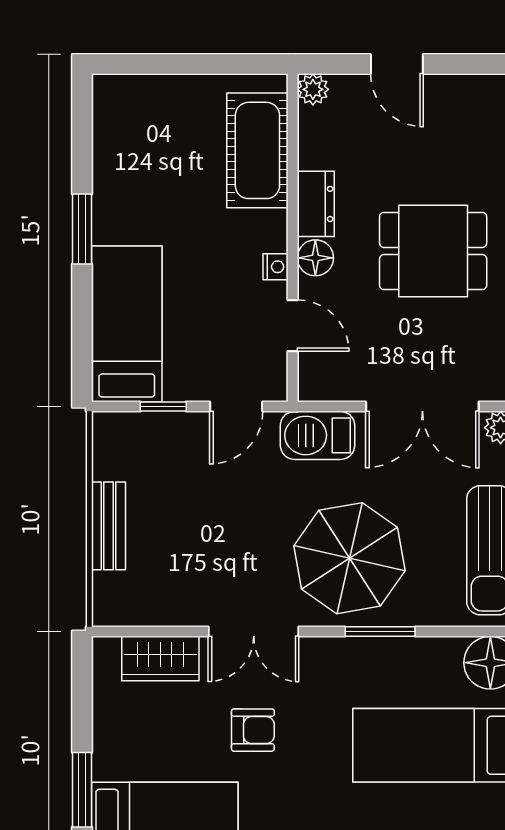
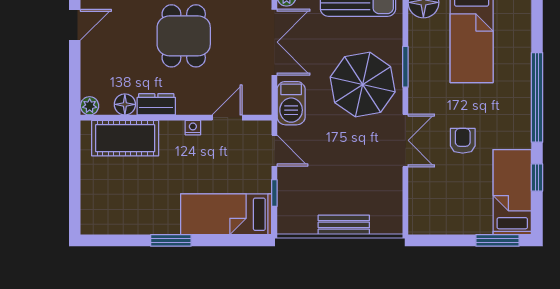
door: (397, 64) -> (75, 25), moved
floor lamp: (315, 258) -> (125, 104), moved
wardrobe: (160, 659) -> (421, 195), removed

